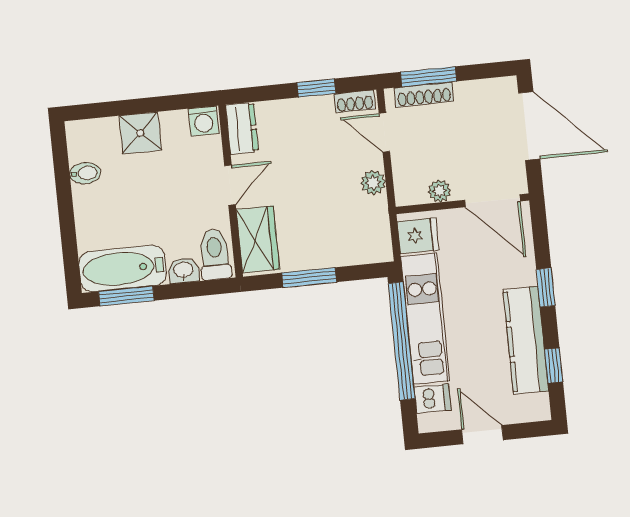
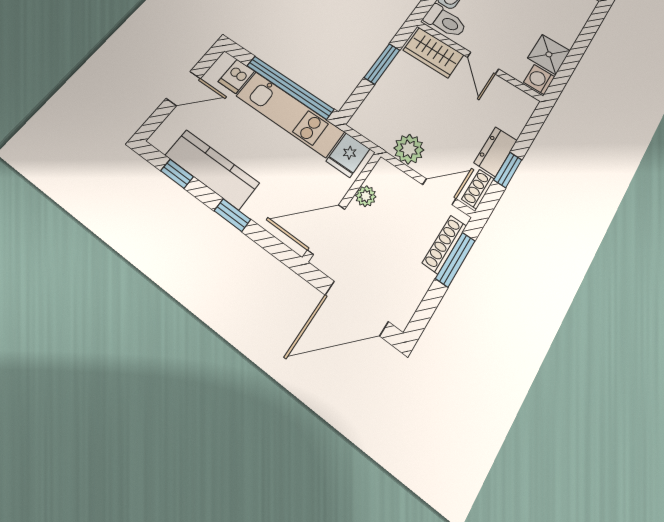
dresser: (242, 128) -> (496, 152), moved, turned 90
shower: (140, 133) -> (549, 54), moved
plant: (373, 183) -> (409, 149), width x1.38, depth x1.38

